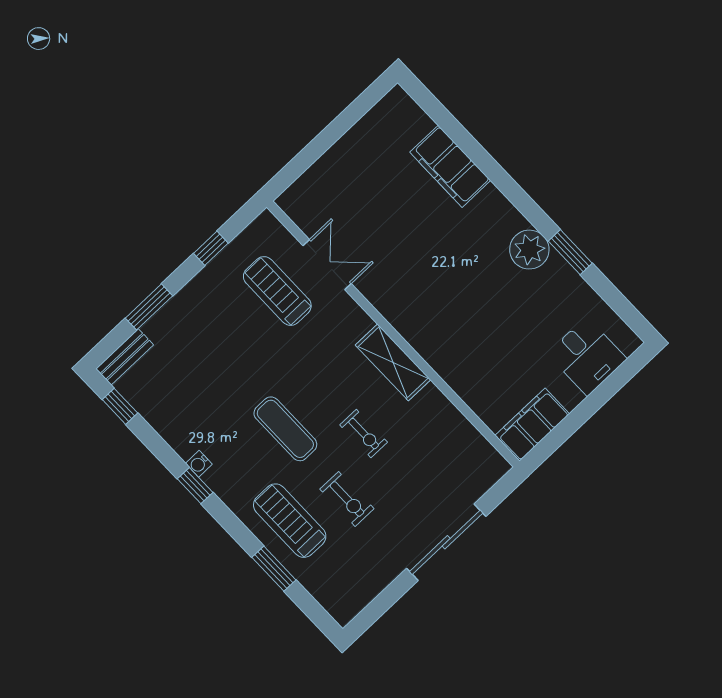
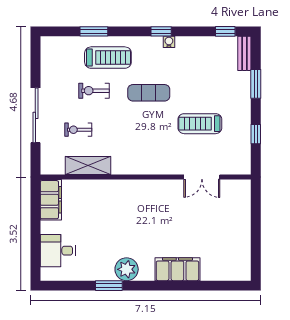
filing cabinet: (450, 166) -> (177, 269), moved
treadmill: (277, 291) -> (200, 124), moved, turned 180
shelving: (393, 362) -> (88, 166), moved
exercise bike: (364, 434) -> (78, 130), moved

